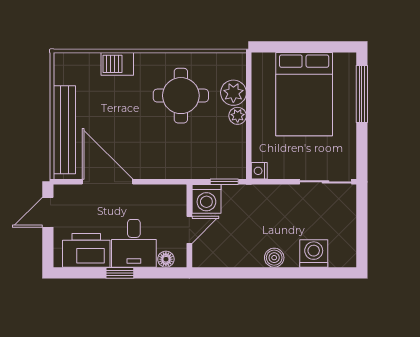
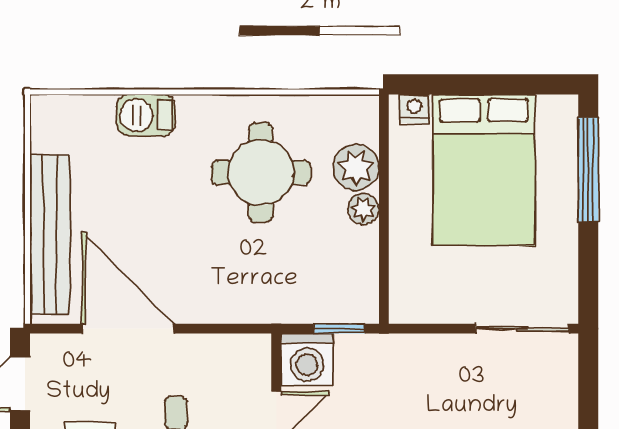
nightstand: (259, 171) -> (414, 109), moved, turned 90

